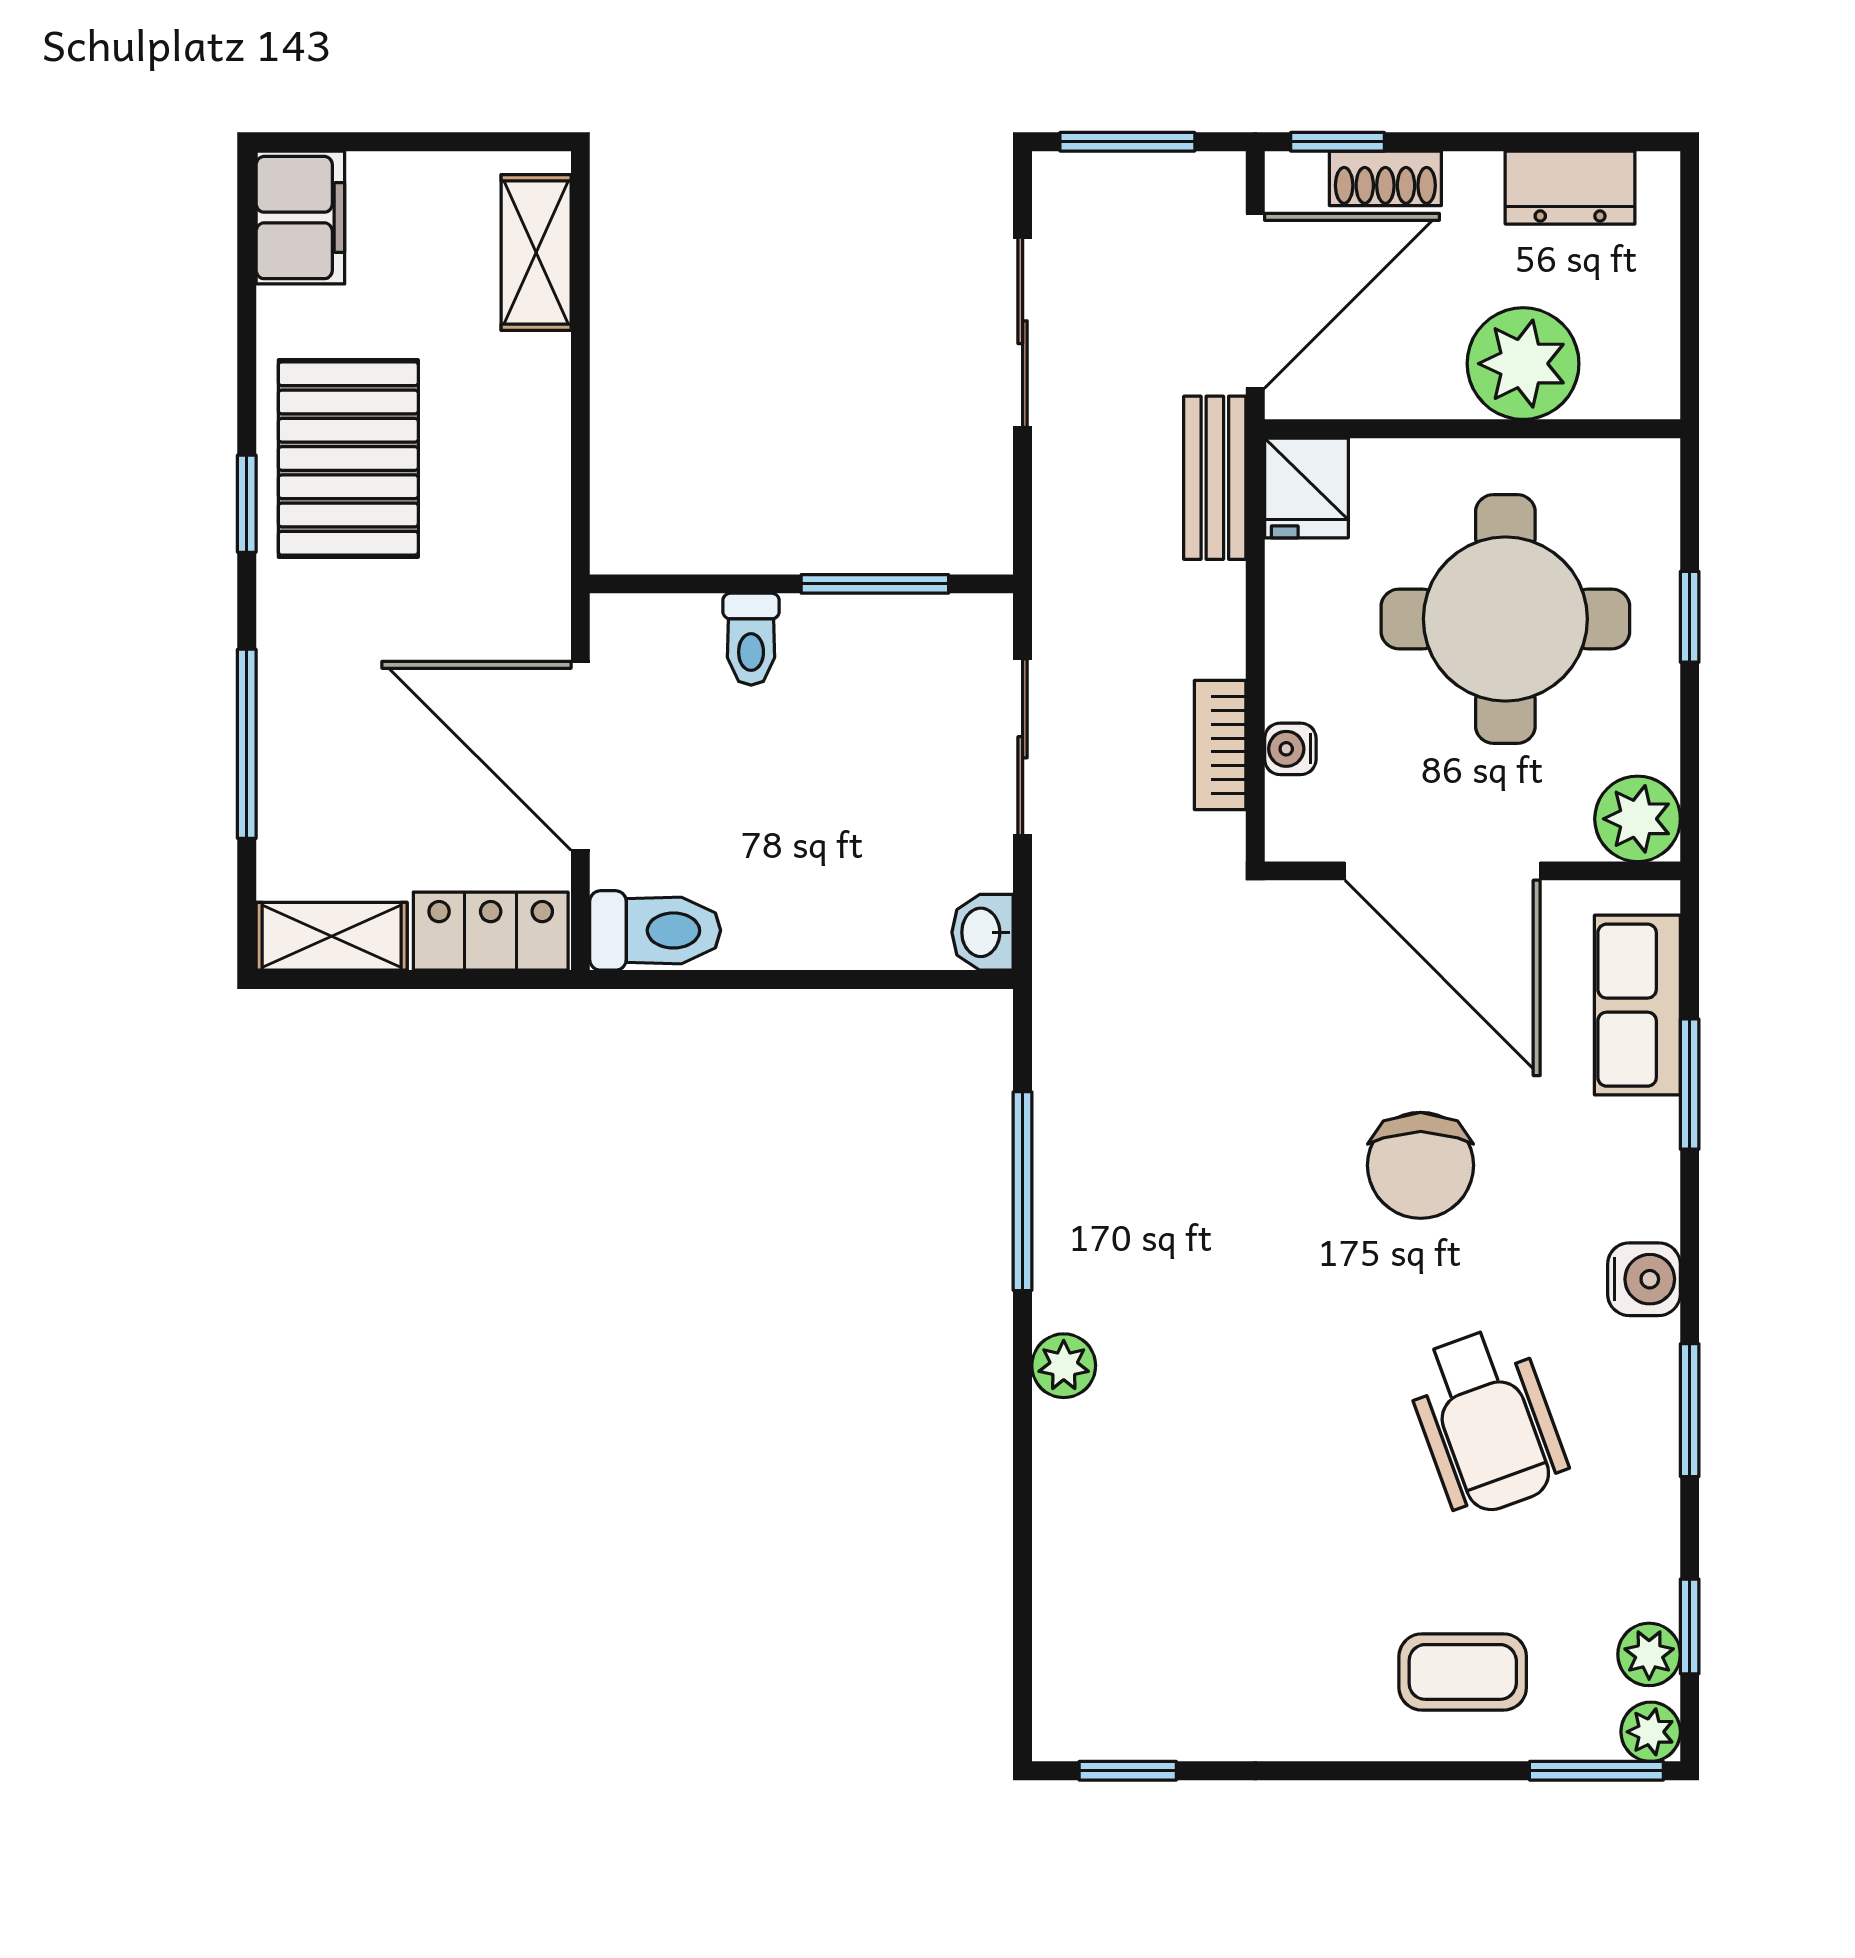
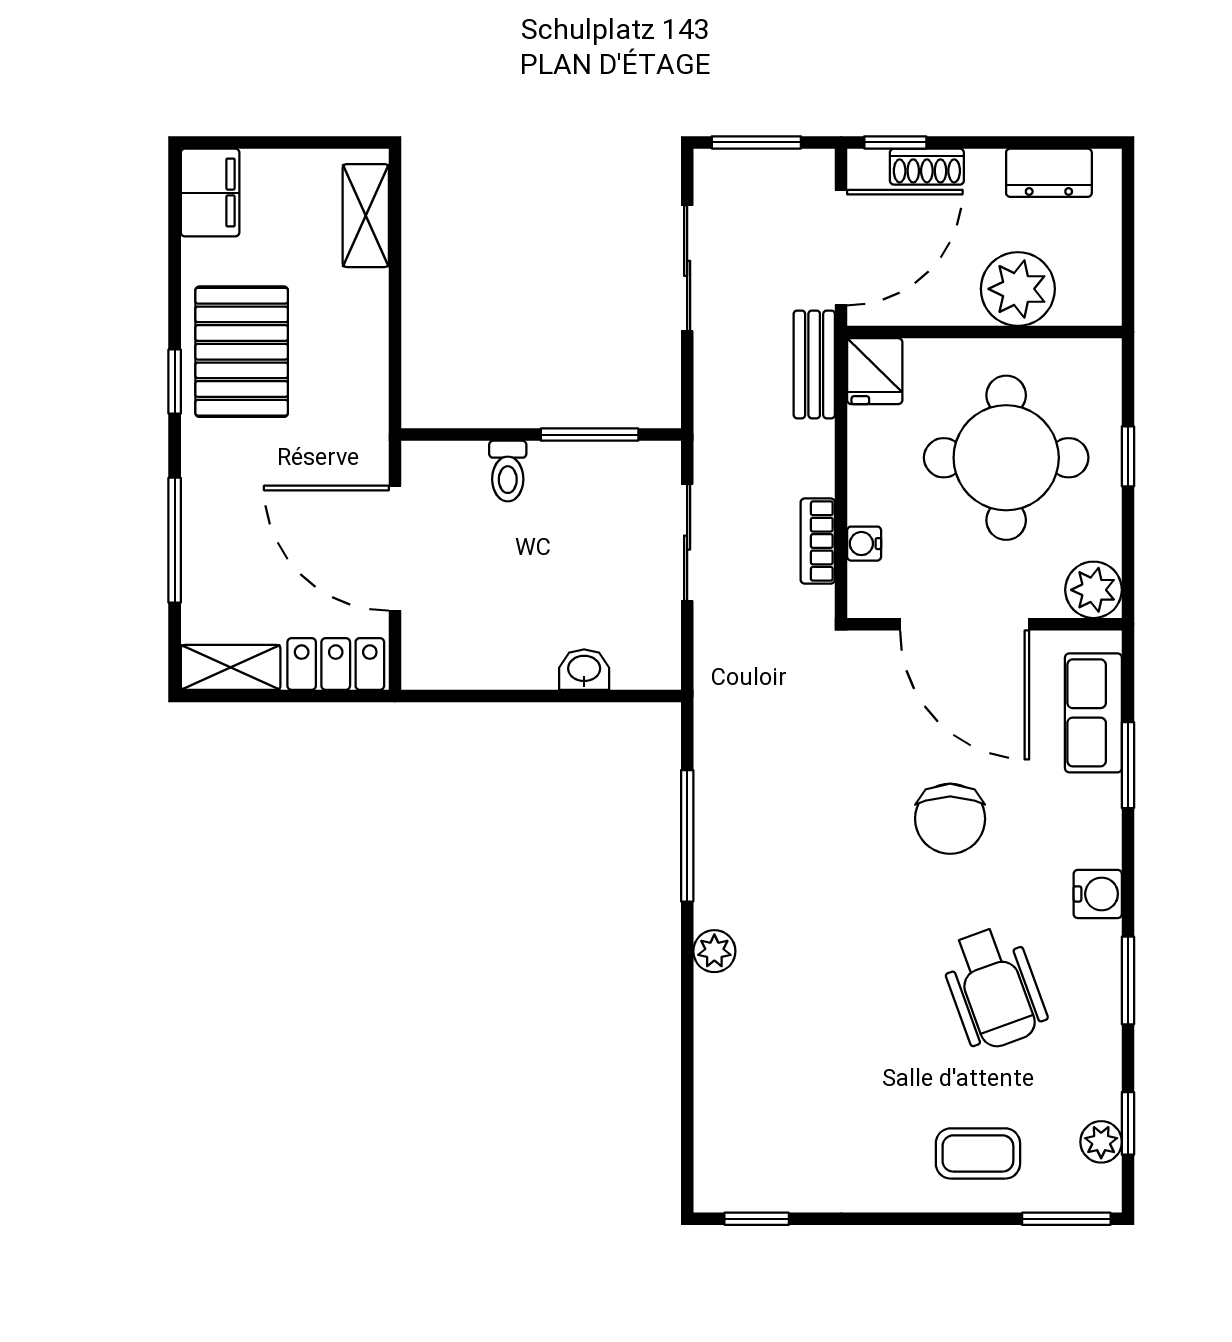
toilet: (655, 930) -> (444, 664), removed
washbasin: (983, 932) -> (584, 670), moved, turned 90
plant: (1651, 1732) -> (1102, 1193), removed

